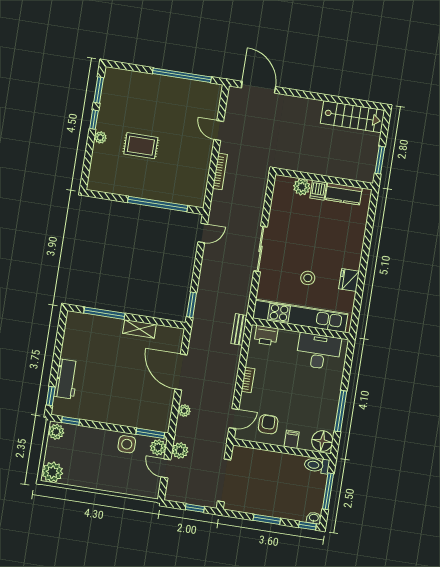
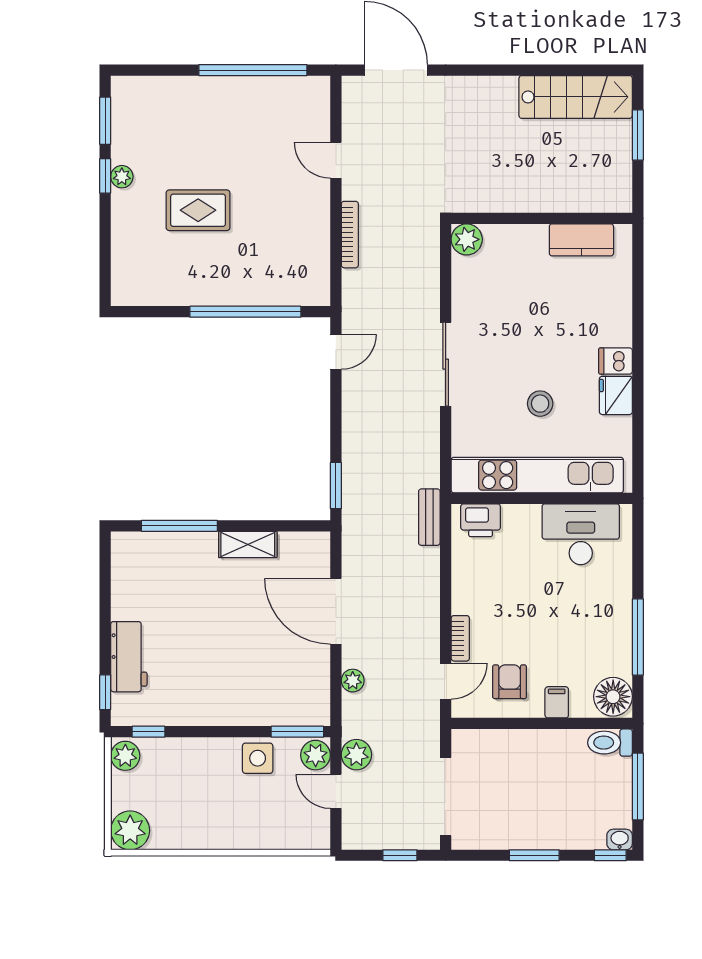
plant: (100, 137) -> (122, 177), moved
window: (380, 160) -> (638, 135), moved
plant: (302, 187) -> (467, 239), moved
dishwasher: (318, 190) -> (615, 361), moved, turned 90
bookcase: (248, 380) -> (460, 638), moved

